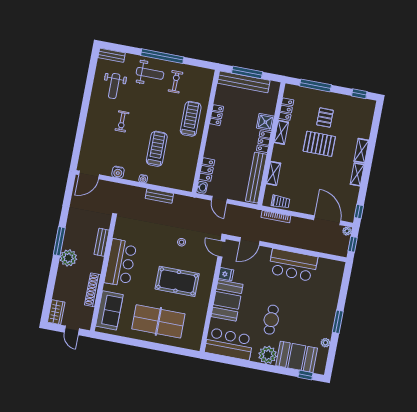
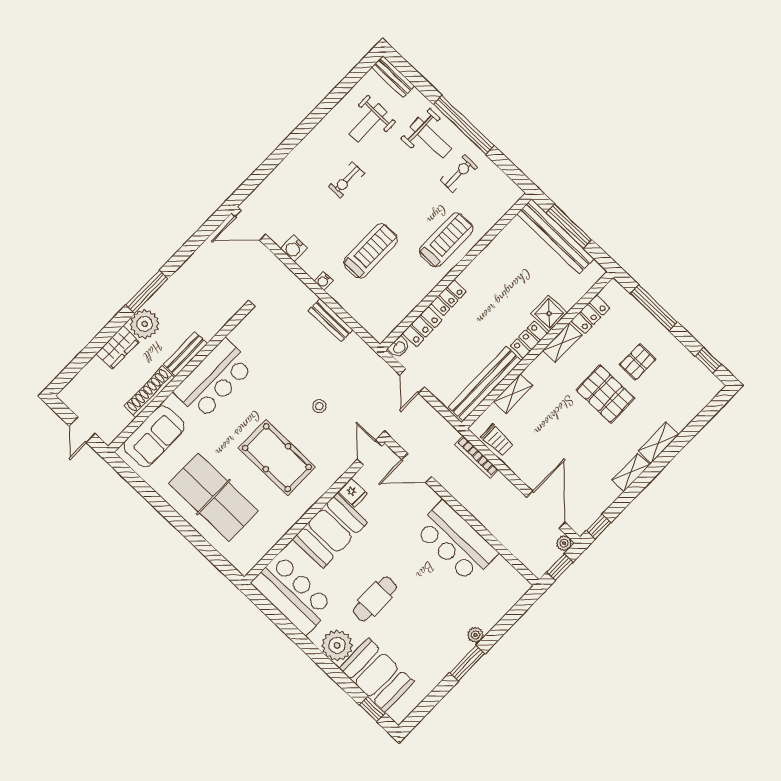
locker: (217, 115) -> (448, 298), moved
bench: (102, 242) -> (185, 354), moved
wardrobe: (56, 312) -> (118, 347), moved
plant: (326, 343) -> (475, 635), moved

